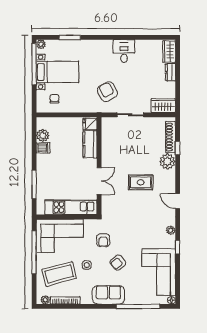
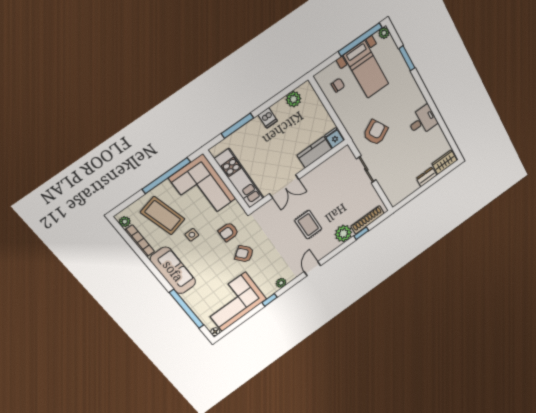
wardrobe: (163, 106) -> (393, 193), removed
dishwasher: (43, 148) -> (268, 118), moved
armchair: (118, 263) -> (244, 254), moved
sofa: (108, 295) -> (173, 271), width x1.36

